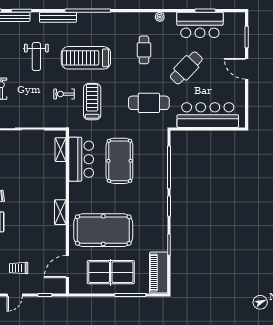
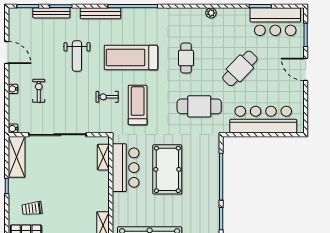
bar counter: (200, 25) -> (275, 22), moved
cafe table: (144, 50) -> (186, 58), moved

